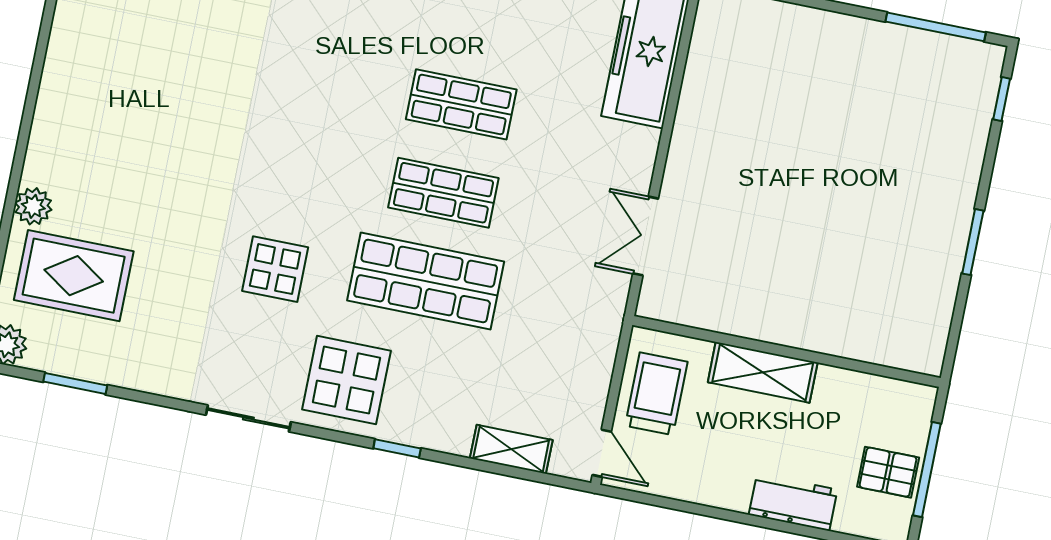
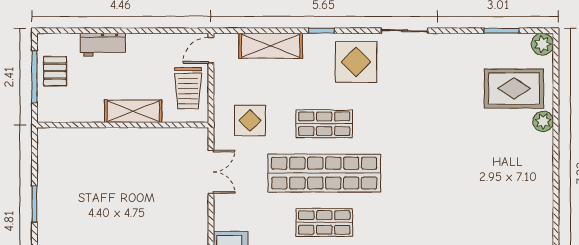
shop shelf: (443, 193) -> (324, 173), width x2.00, depth x1.36
display table: (275, 269) -> (250, 120), moved
shop shelf: (426, 281) -> (324, 124), width x0.70, depth x0.74
shelving: (511, 449) -> (271, 46), width x1.50, depth x1.33
door: (602, 453) -> (211, 50), hinge flipped
pallet: (888, 472) -> (55, 71), turned 90

